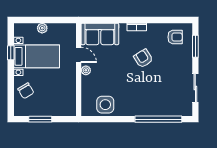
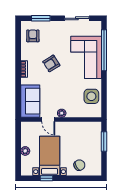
door: (79, 55) -> (48, 119), swing flipped
corner sofa: (150, 98) -> (86, 57), added
window: (40, 119) -> (104, 141), moved

